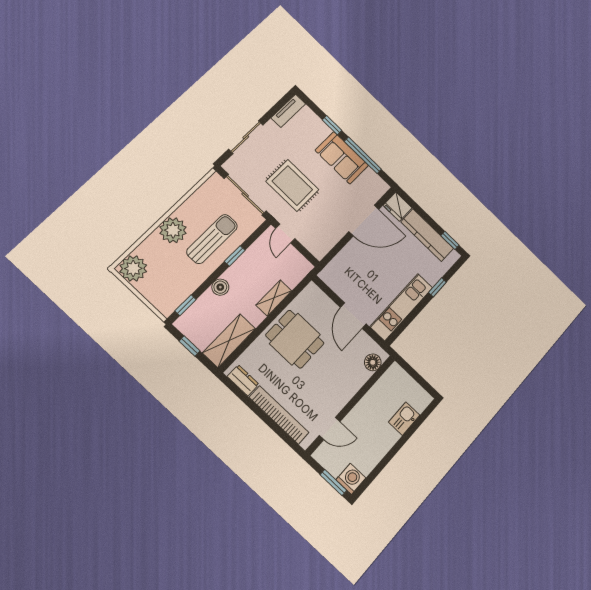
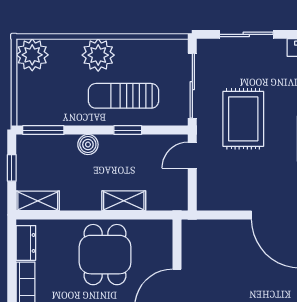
sun lounger: (212, 239) -> (124, 96), turned 180
window: (185, 305) -> (43, 130), width x1.50
shelving: (229, 341) -> (38, 201), width x0.67, depth x0.75

